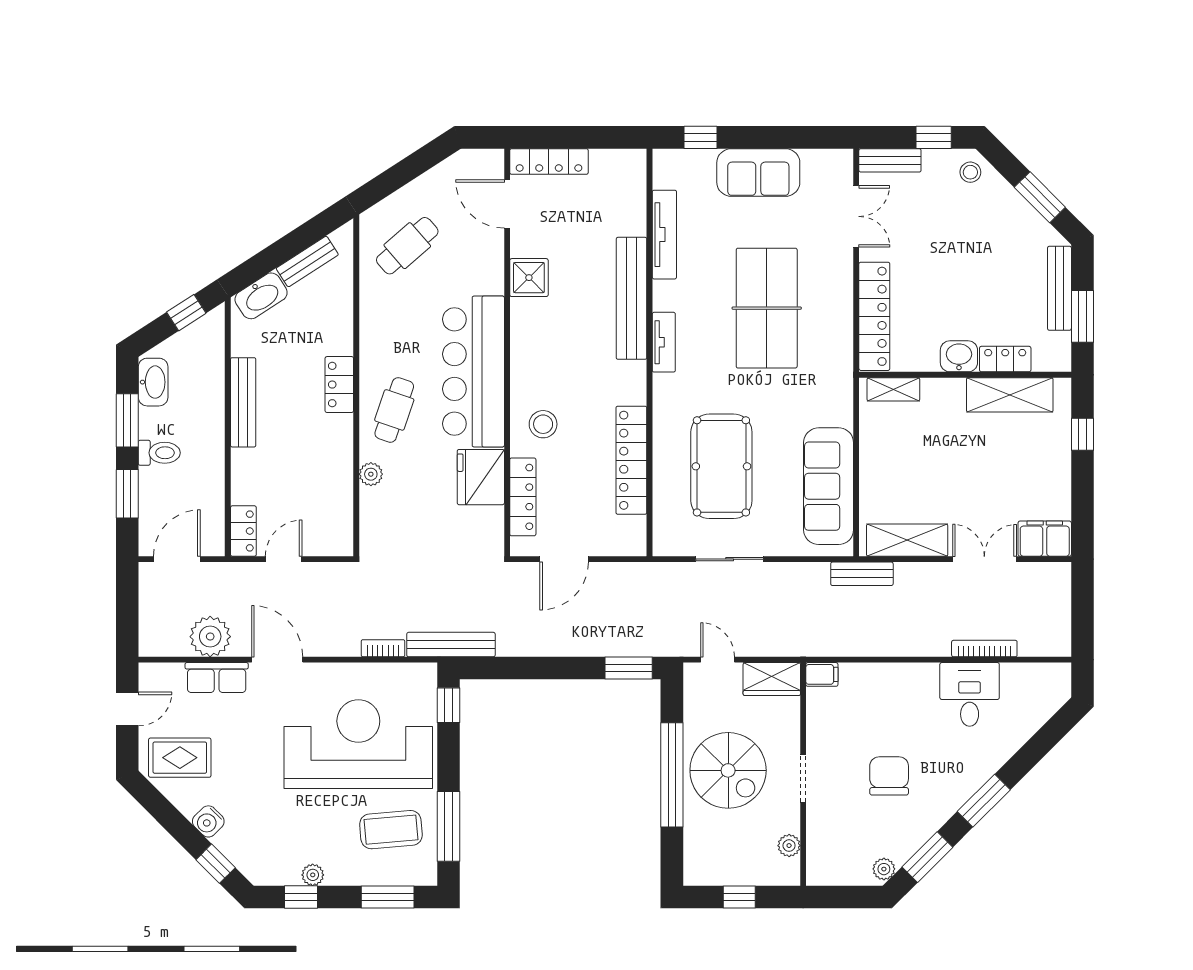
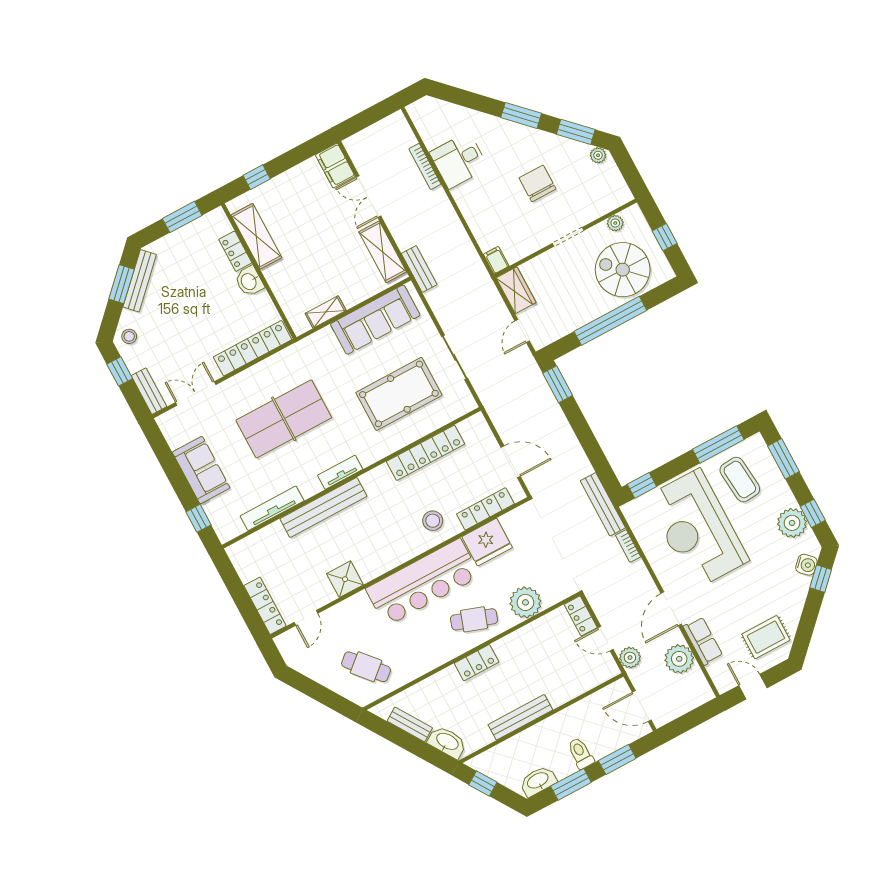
door: (507, 204) -> (306, 618), width x0.73
bench: (1059, 288) -> (140, 281), moved, turned -45
shelving: (893, 389) -> (326, 312), moved, turned 90
plant: (371, 474) -> (525, 602), width x1.87, depth x1.87
locker: (243, 531) -> (581, 616), moved, turned -90
plant: (244, 577) -> (630, 658), added
rug: (180, 758) -> (766, 637), turned 90
spiral stairs: (728, 770) -> (623, 270), moved, turned -90
chair: (889, 776) -> (537, 183), turned 90
water cooler: (208, 821) -> (806, 565), moved
plant: (313, 875) -> (792, 523), width x1.87, depth x1.87

